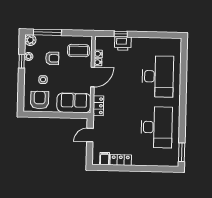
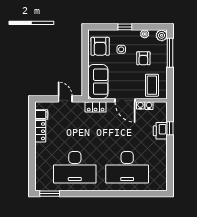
window: (22, 61) -> (125, 27), moved
armchair: (40, 100) -> (100, 46), turned 90

